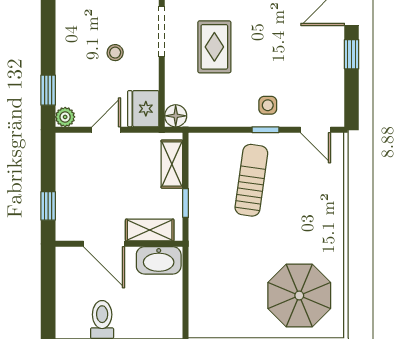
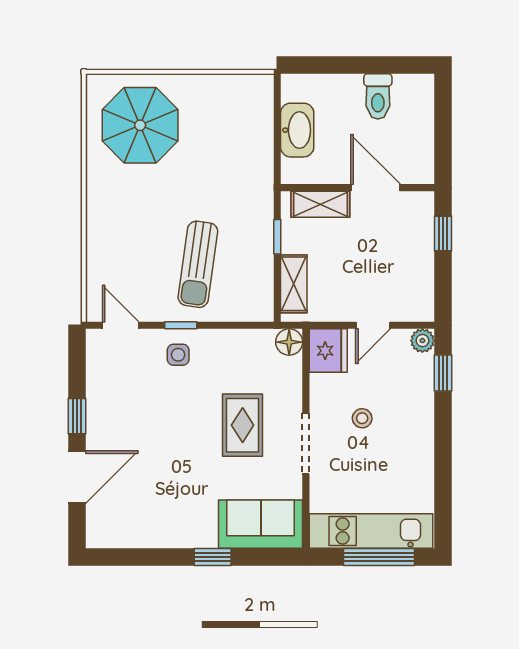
washbasin: (159, 260) -> (297, 130), moved, turned 90

